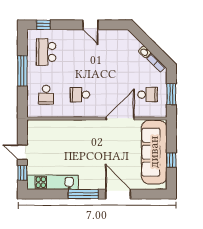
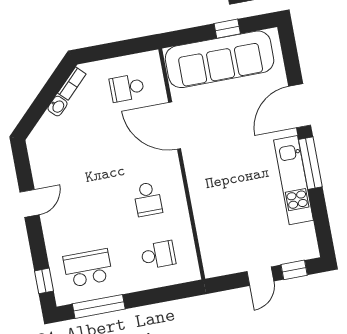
school desk: (46, 52) -> (88, 268), turned 180
window: (22, 71) -> (99, 306), moved
window: (171, 94) -> (119, 49), removed
school desk: (148, 95) -> (127, 88), turned -90
kitchen unit: (53, 182) -> (293, 180), moved

